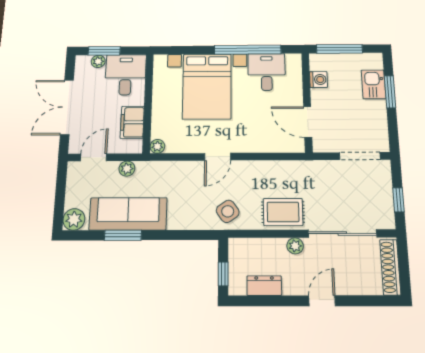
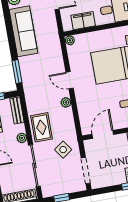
plant: (127, 169) -> (66, 102), moved
side table: (228, 211) -> (63, 150), moved
window: (123, 235) -> (17, 72), moved
bench: (250, 246) -> (17, 110), added

